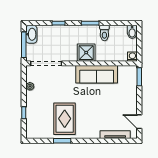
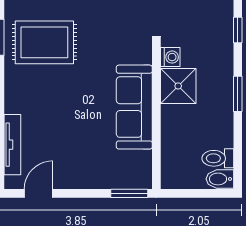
toilet: (104, 33) -> (218, 158), moved
washing machine: (132, 57) -> (170, 57), moved

